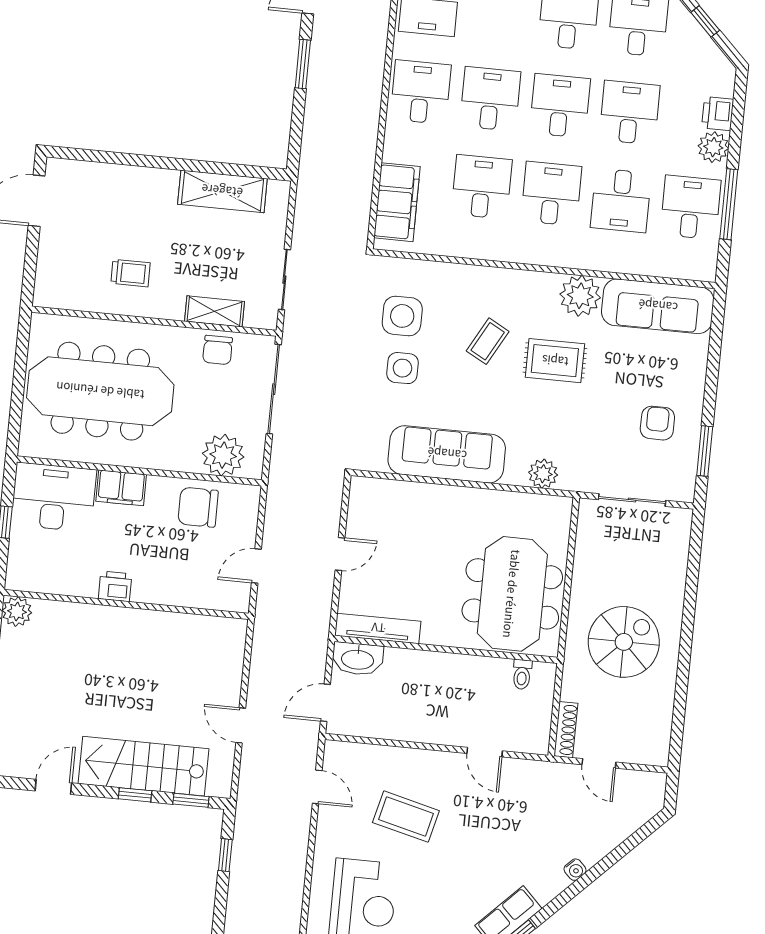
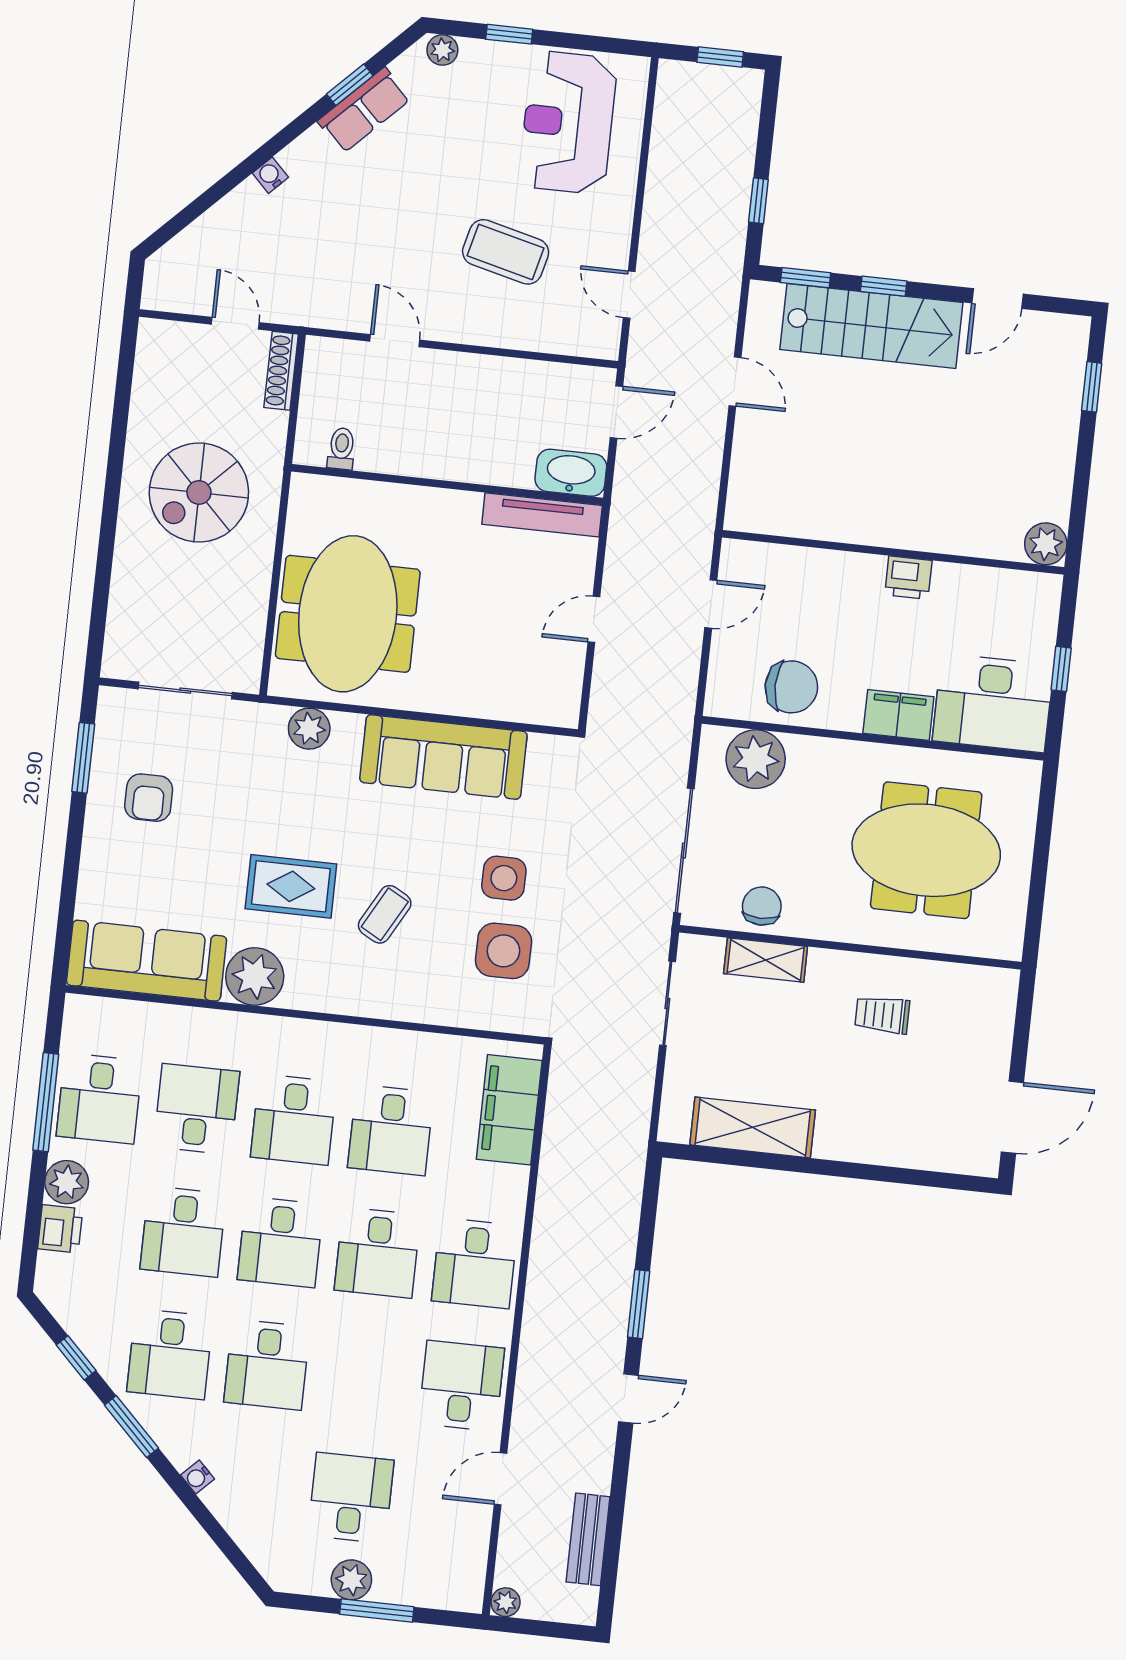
meeting table: (100, 391) -> (926, 850), width x0.73
meeting table: (512, 594) -> (348, 614), moved

